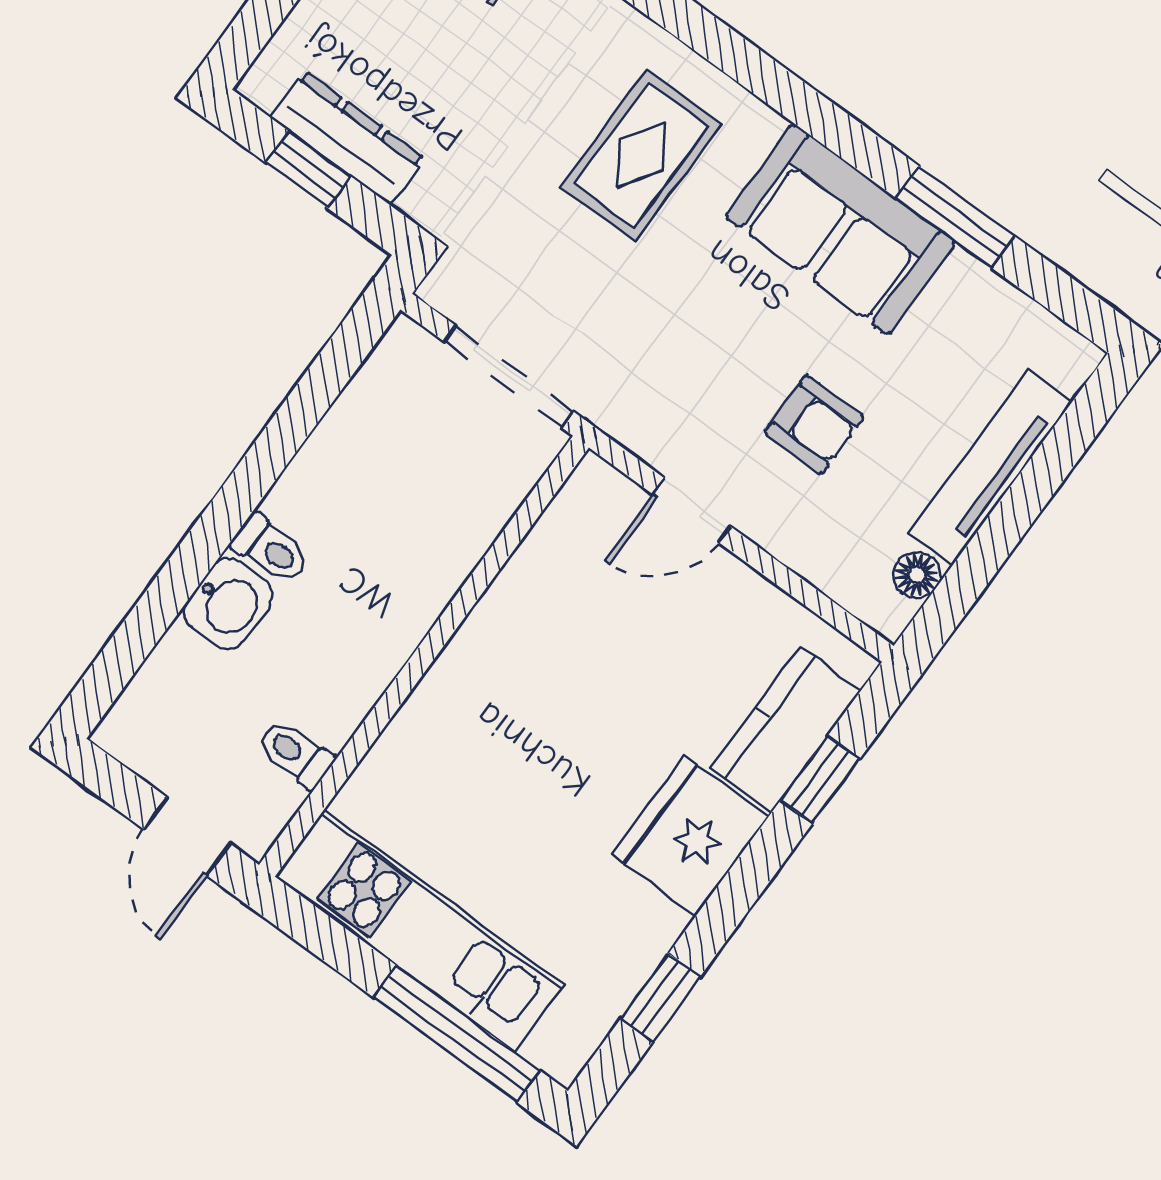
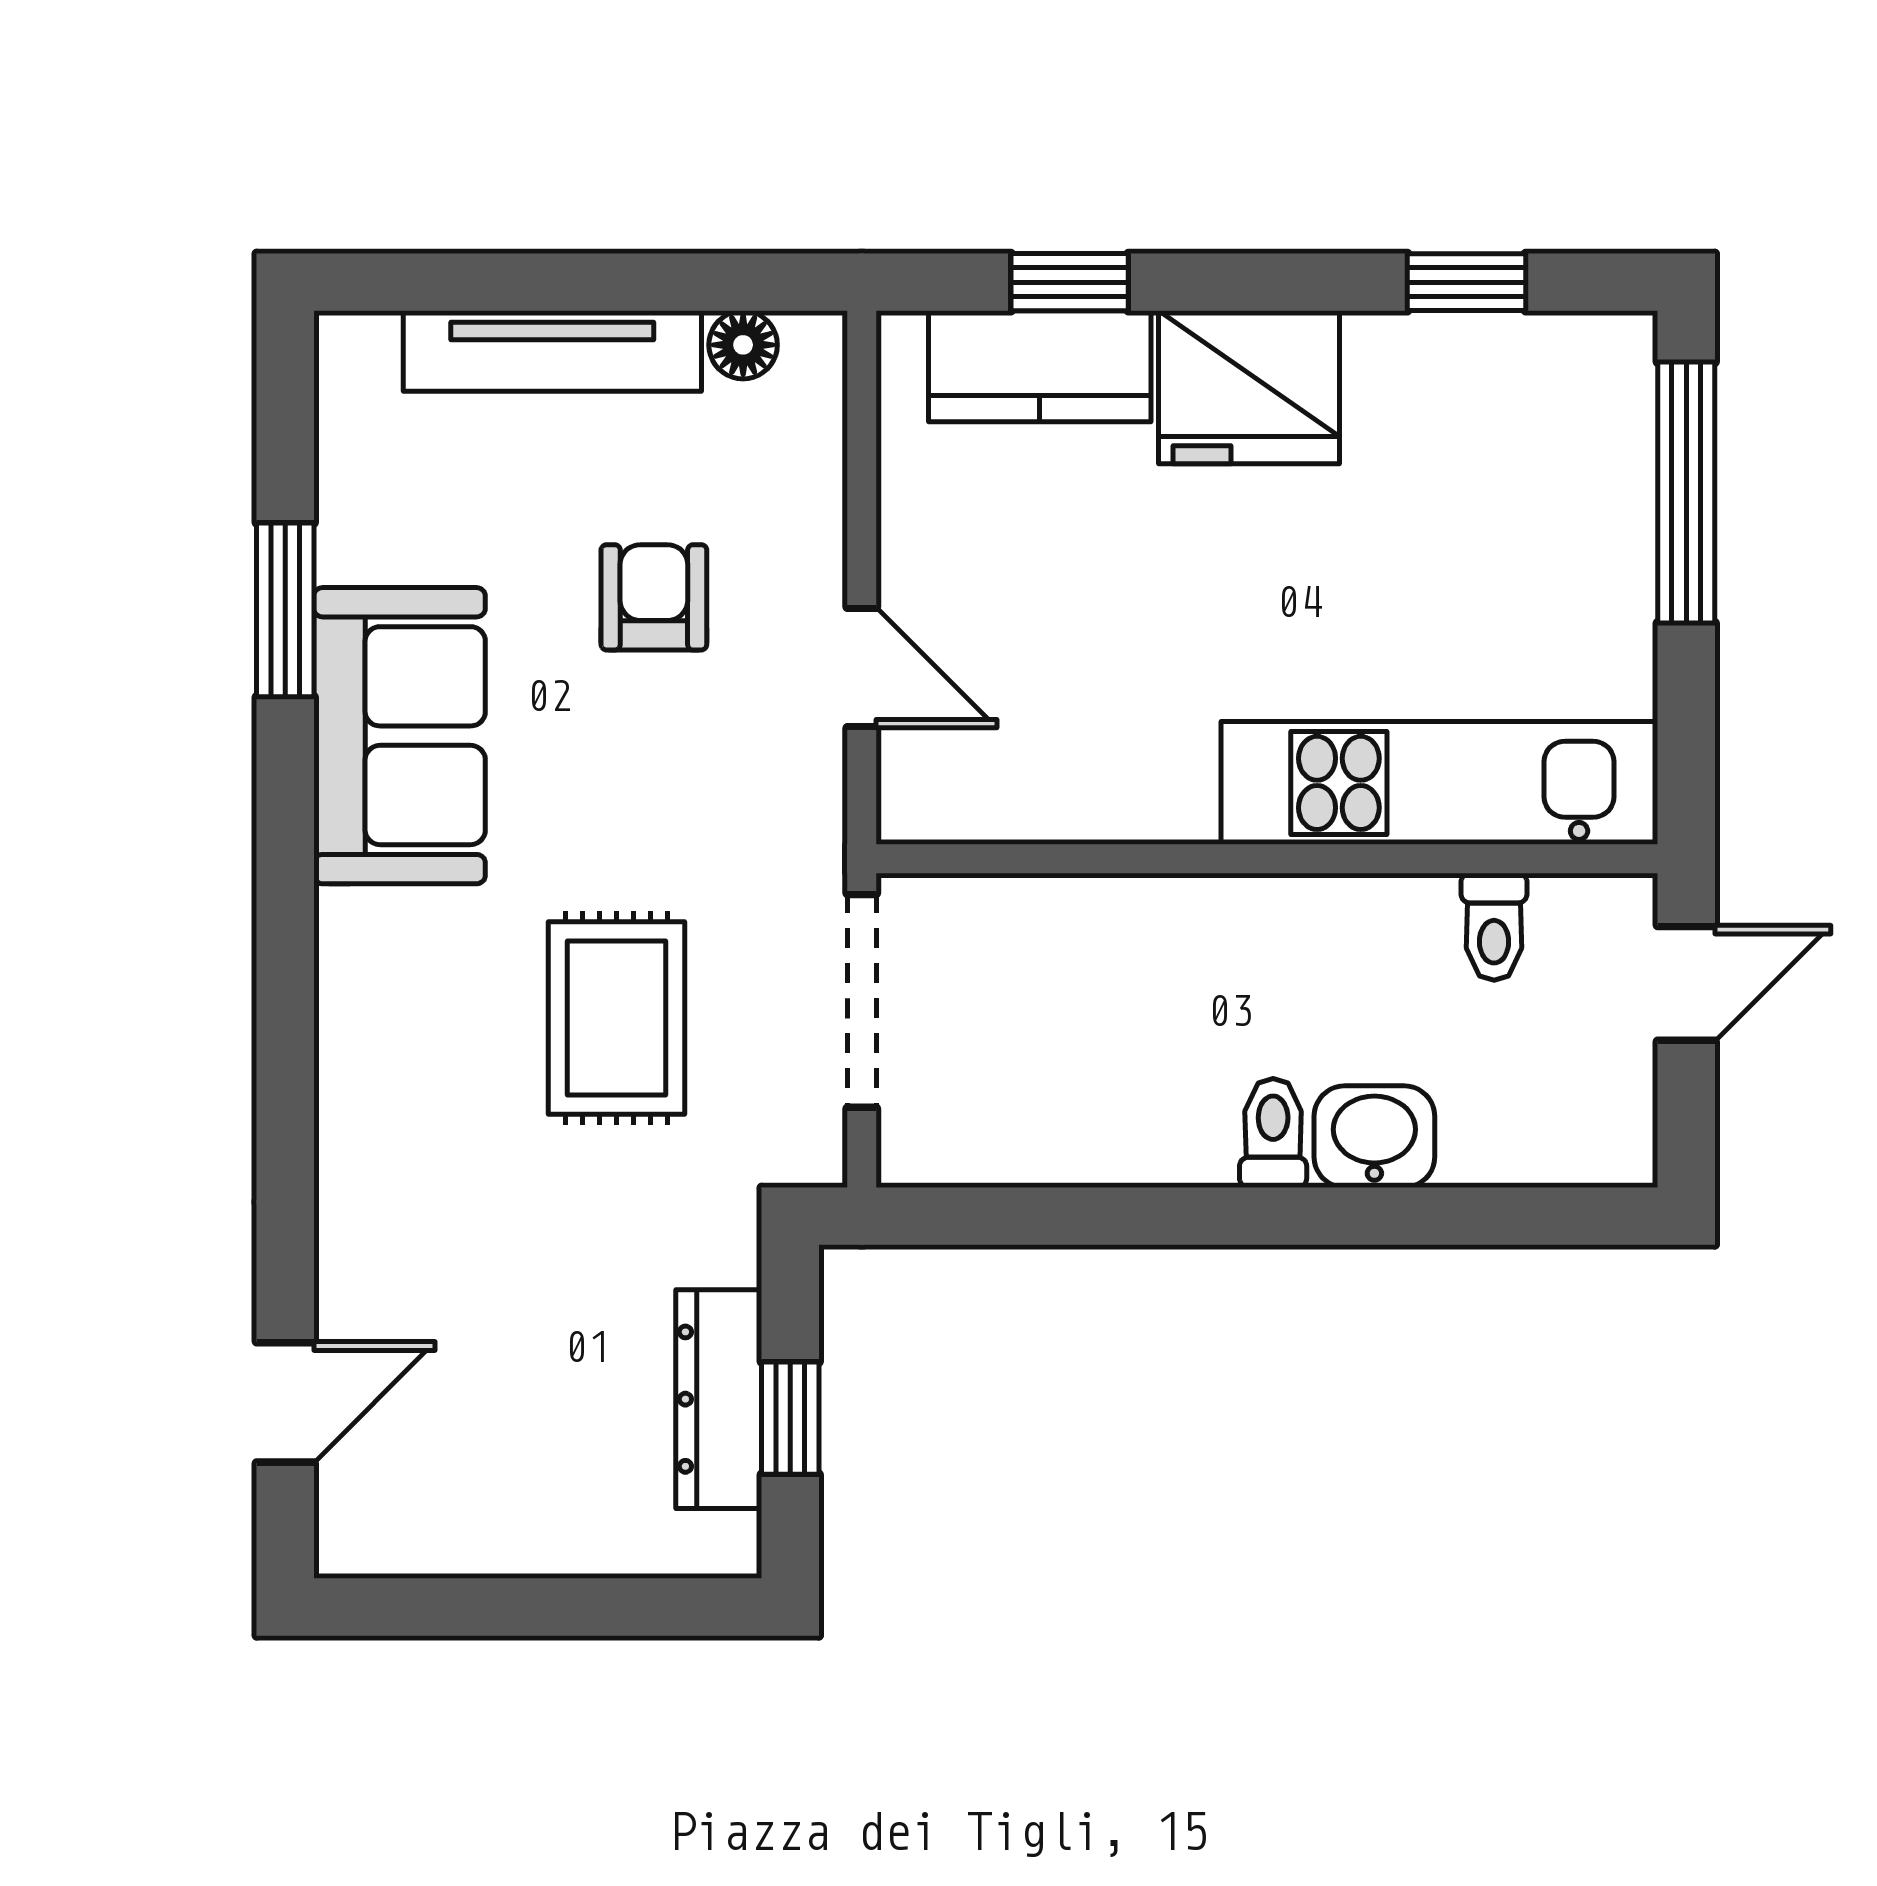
rug: (641, 155) -> (617, 1018), moved, turned 90
kitchen unit: (419, 931) -> (1439, 783), moved, turned 90

